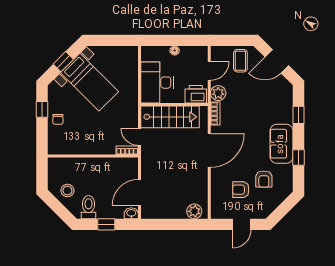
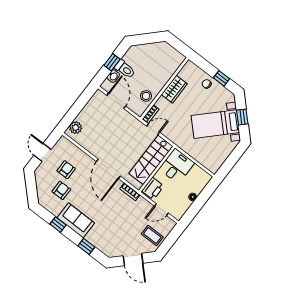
door: (277, 61) -> (133, 259), swing flipped
door: (209, 71) -> (161, 210), hinge flipped
desk: (157, 83) -> (177, 166), width x0.73
plant: (218, 93) -> (142, 204), removed
wardrobe: (86, 146) -> (174, 89), added
armchair: (264, 179) -> (61, 190), turned 90
stool: (67, 191) -> (146, 96), moved
toilet: (89, 207) -> (125, 69), moved
washbasin: (131, 213) -> (113, 76), moved

